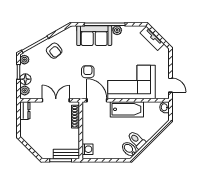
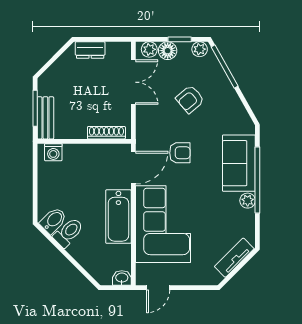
armchair: (54, 51) -> (190, 99), moved
double door: (56, 100) -> (133, 82), moved
dresser: (25, 111) -> (90, 50), moved

